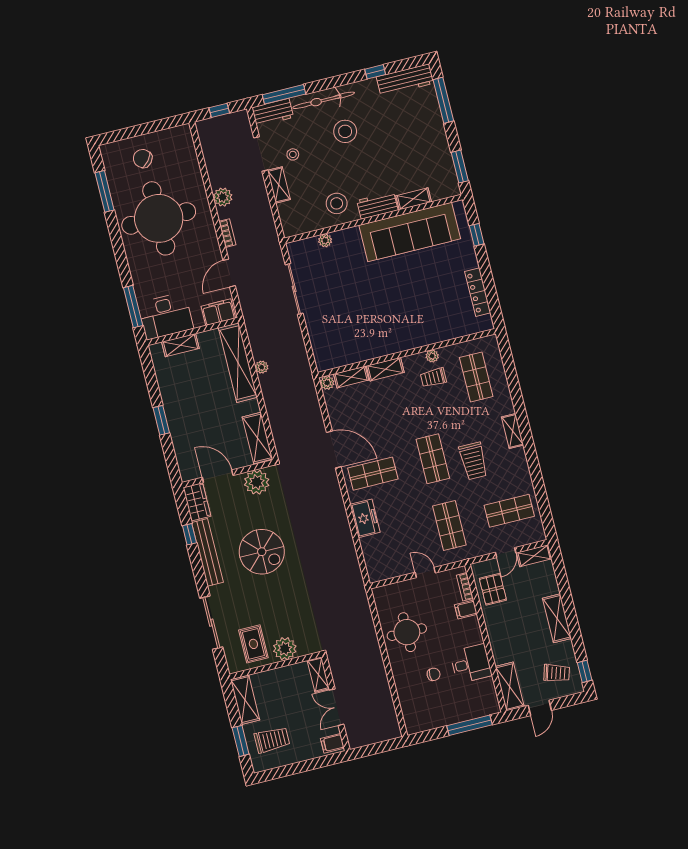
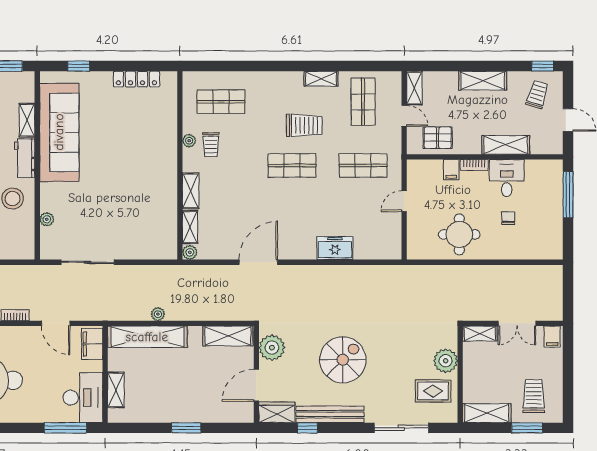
shelving: (513, 431) -> (321, 79), moved
shop shelf: (373, 474) -> (292, 229), removed
bookcase: (465, 587) -> (474, 165), moved
shelving: (510, 686) -> (506, 145), moved

